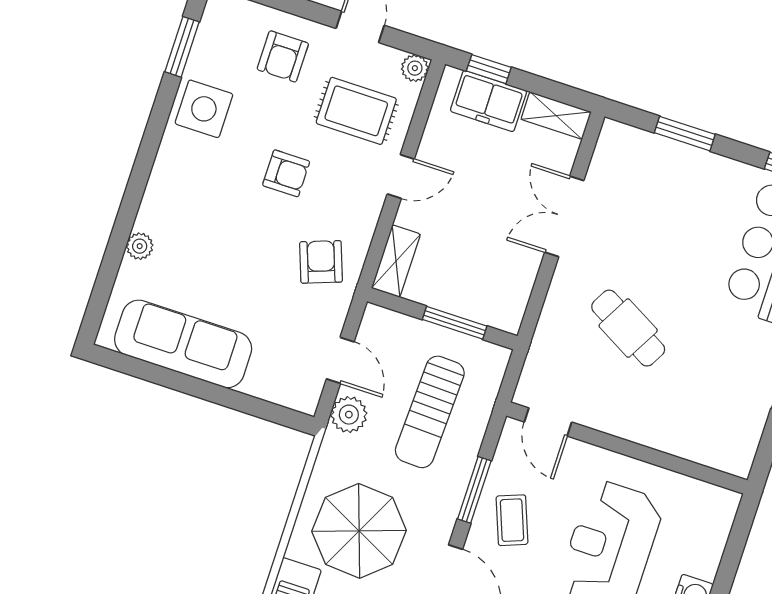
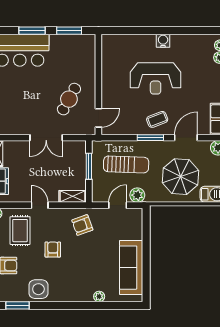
double door: (564, 216) -> (46, 138), moved
door: (548, 422) -> (98, 118), moved
wall: (627, 448) -> (98, 84), moved

